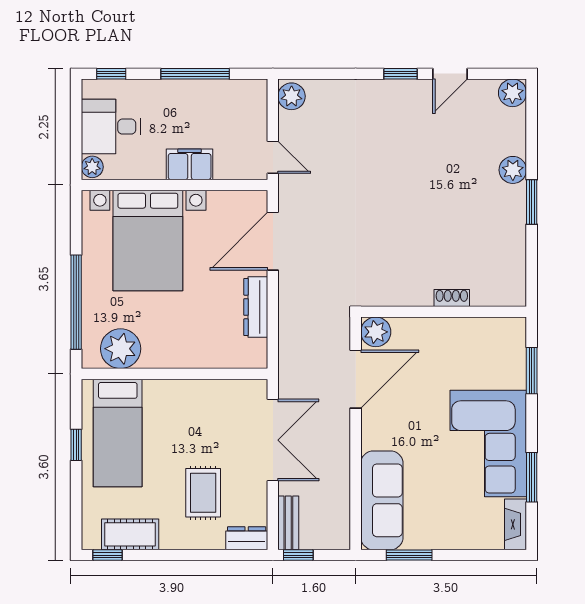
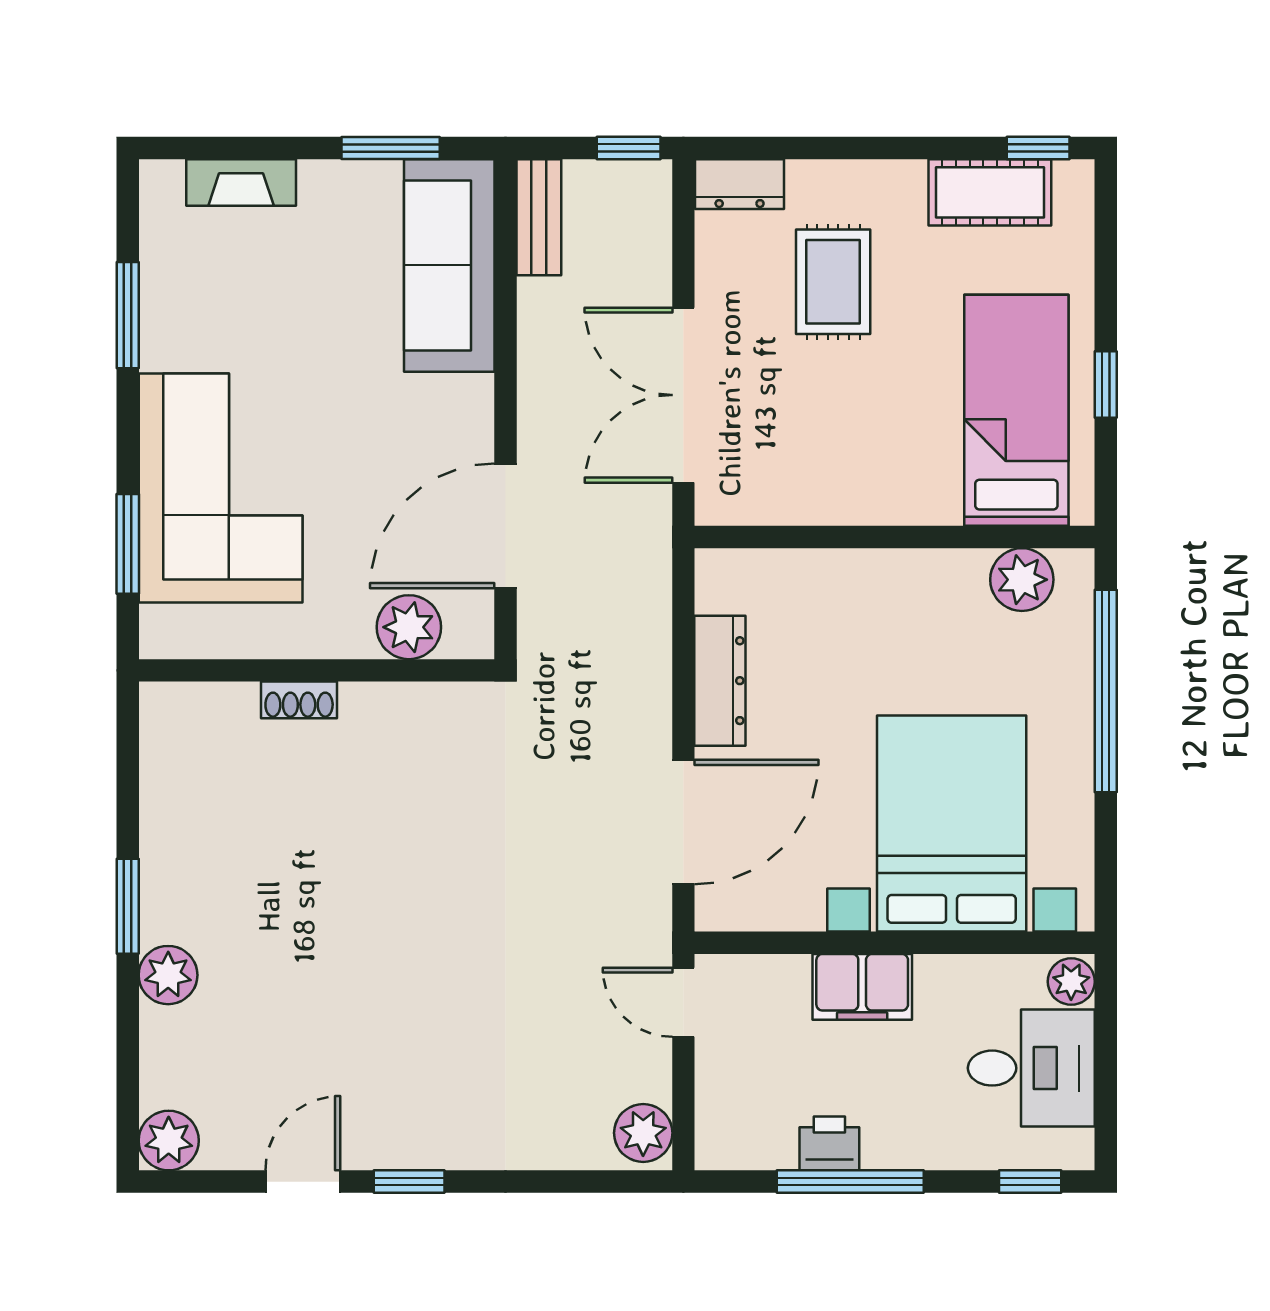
printer: (205, 91) -> (829, 1143), added
plant: (376, 332) -> (409, 627), moved
plant: (121, 349) -> (1022, 580), width x0.73, depth x0.73
corner sofa: (488, 443) -> (221, 488), moved
bench: (288, 523) -> (539, 217), moved
fireplace: (516, 524) -> (241, 183), moved, turned 90

